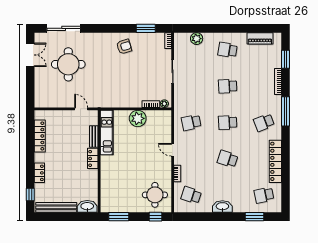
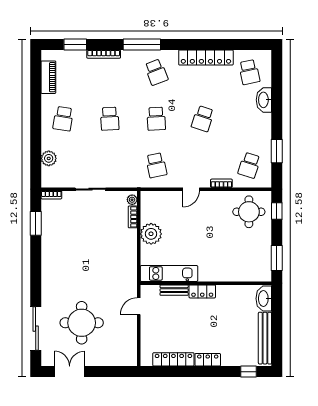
armchair: (124, 47) -> (59, 251), removed
locker: (39, 173) -> (208, 360), moved
washbasin: (222, 207) -> (264, 100), moved
window: (255, 217) -> (277, 151), moved

